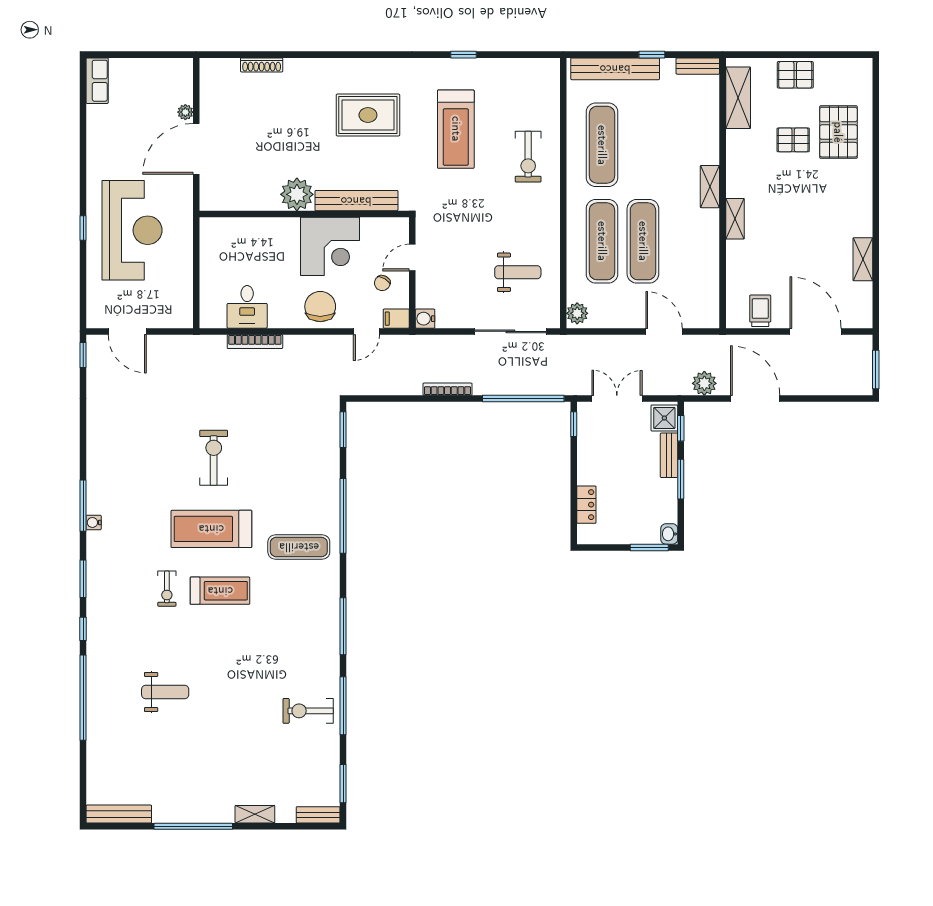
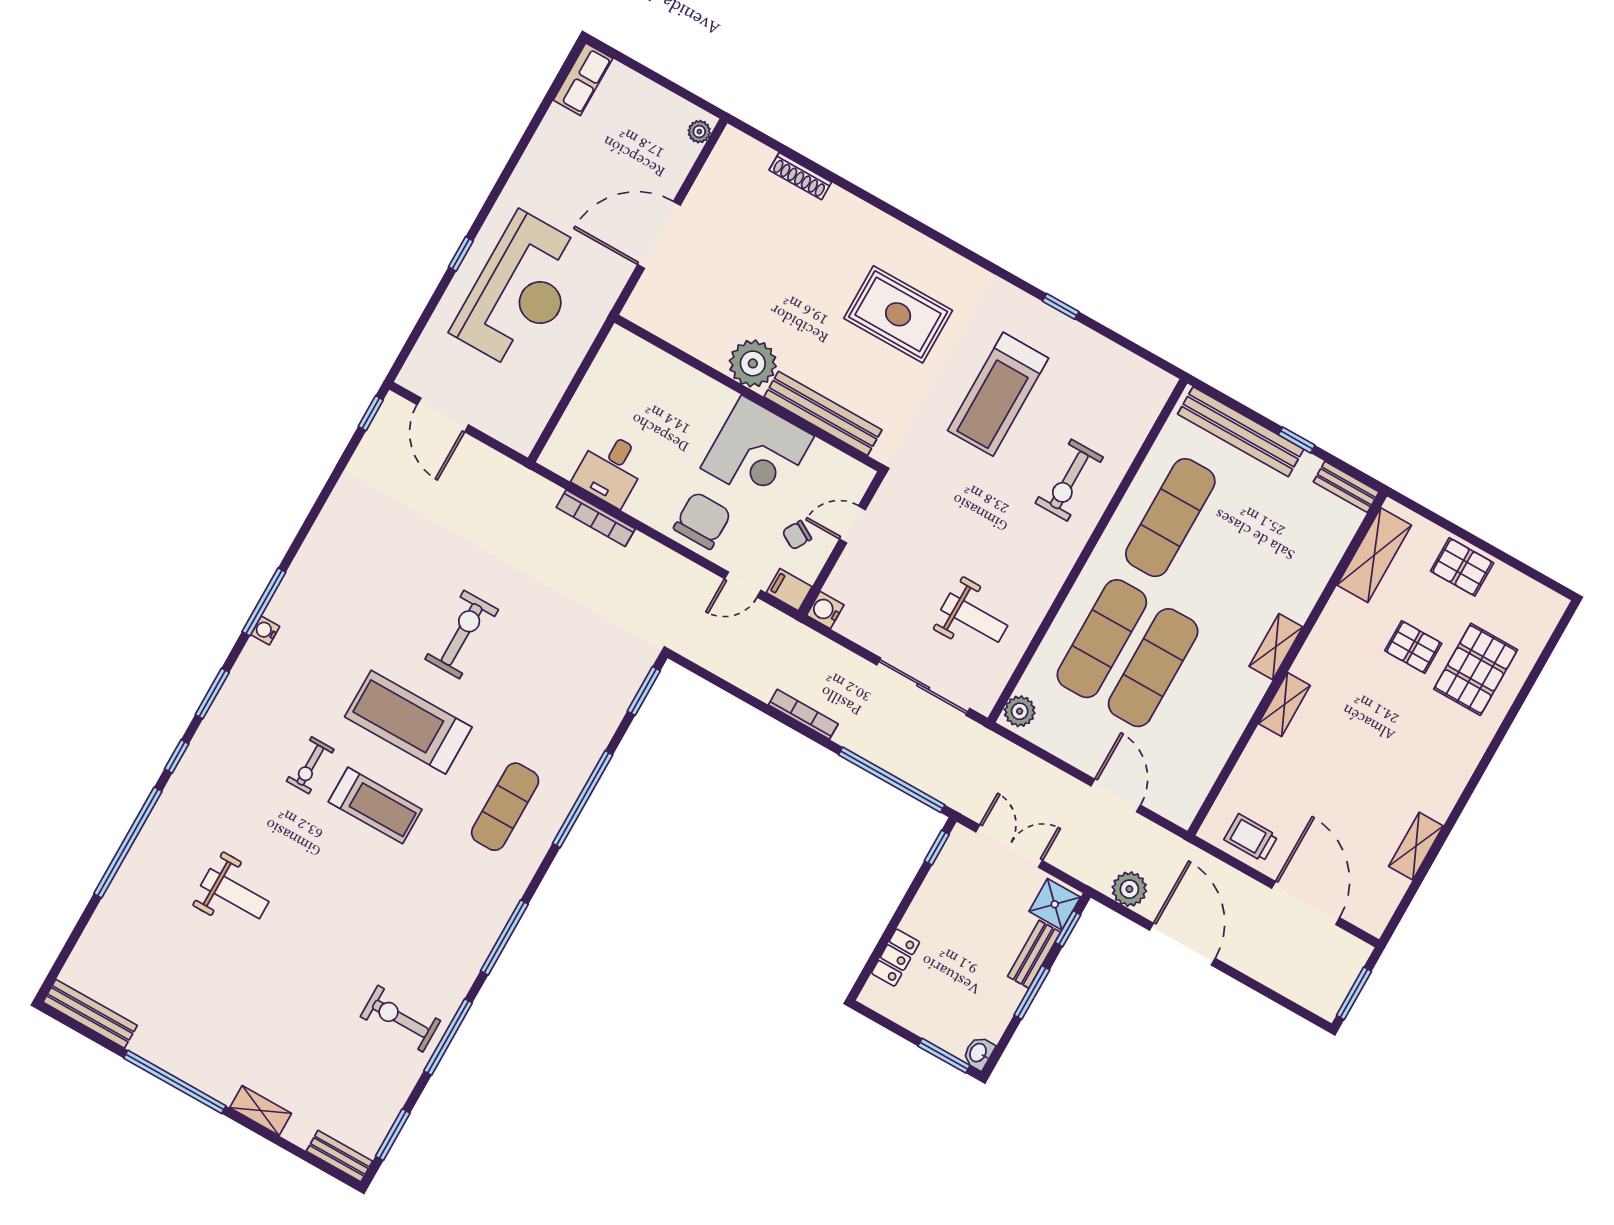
plant: (185, 112) -> (699, 132), moved
trolley: (760, 311) -> (1251, 838), turned -90
exercise mat: (299, 547) -> (505, 807), turned 90

